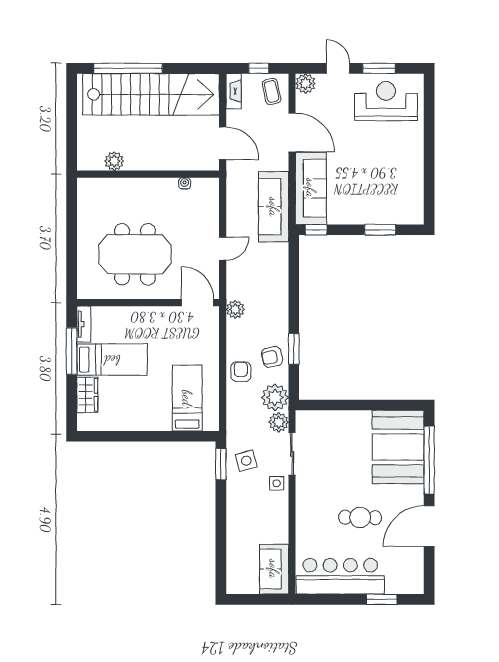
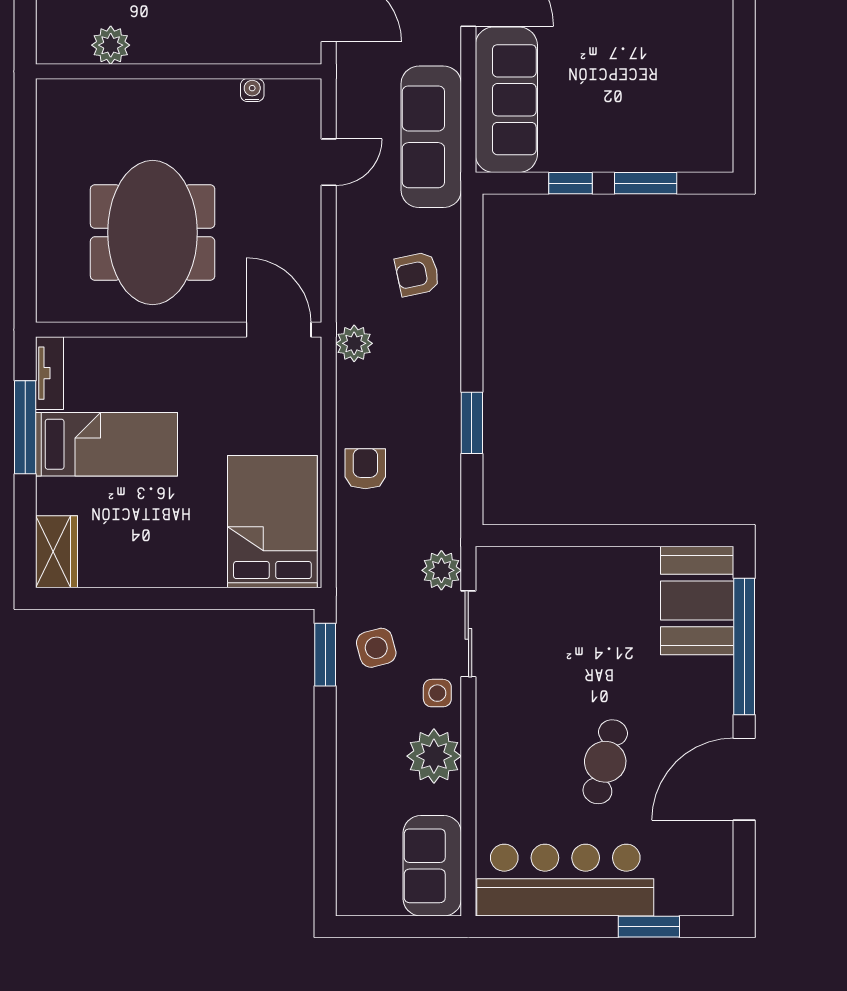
window: (316, 230) -> (571, 183), moved
door: (223, 249) -> (329, 162), moved
meeting table: (135, 254) -> (153, 233), turned 90
armchair: (272, 357) -> (417, 274), moved
wardrobe: (87, 395) -> (56, 552), moved
plant: (275, 397) -> (434, 756), moved
bed: (187, 398) -> (272, 522), width x1.50
booth: (398, 447) -> (697, 601), width x0.73, depth x0.70
cafe table: (360, 517) -> (605, 762), turned -76

